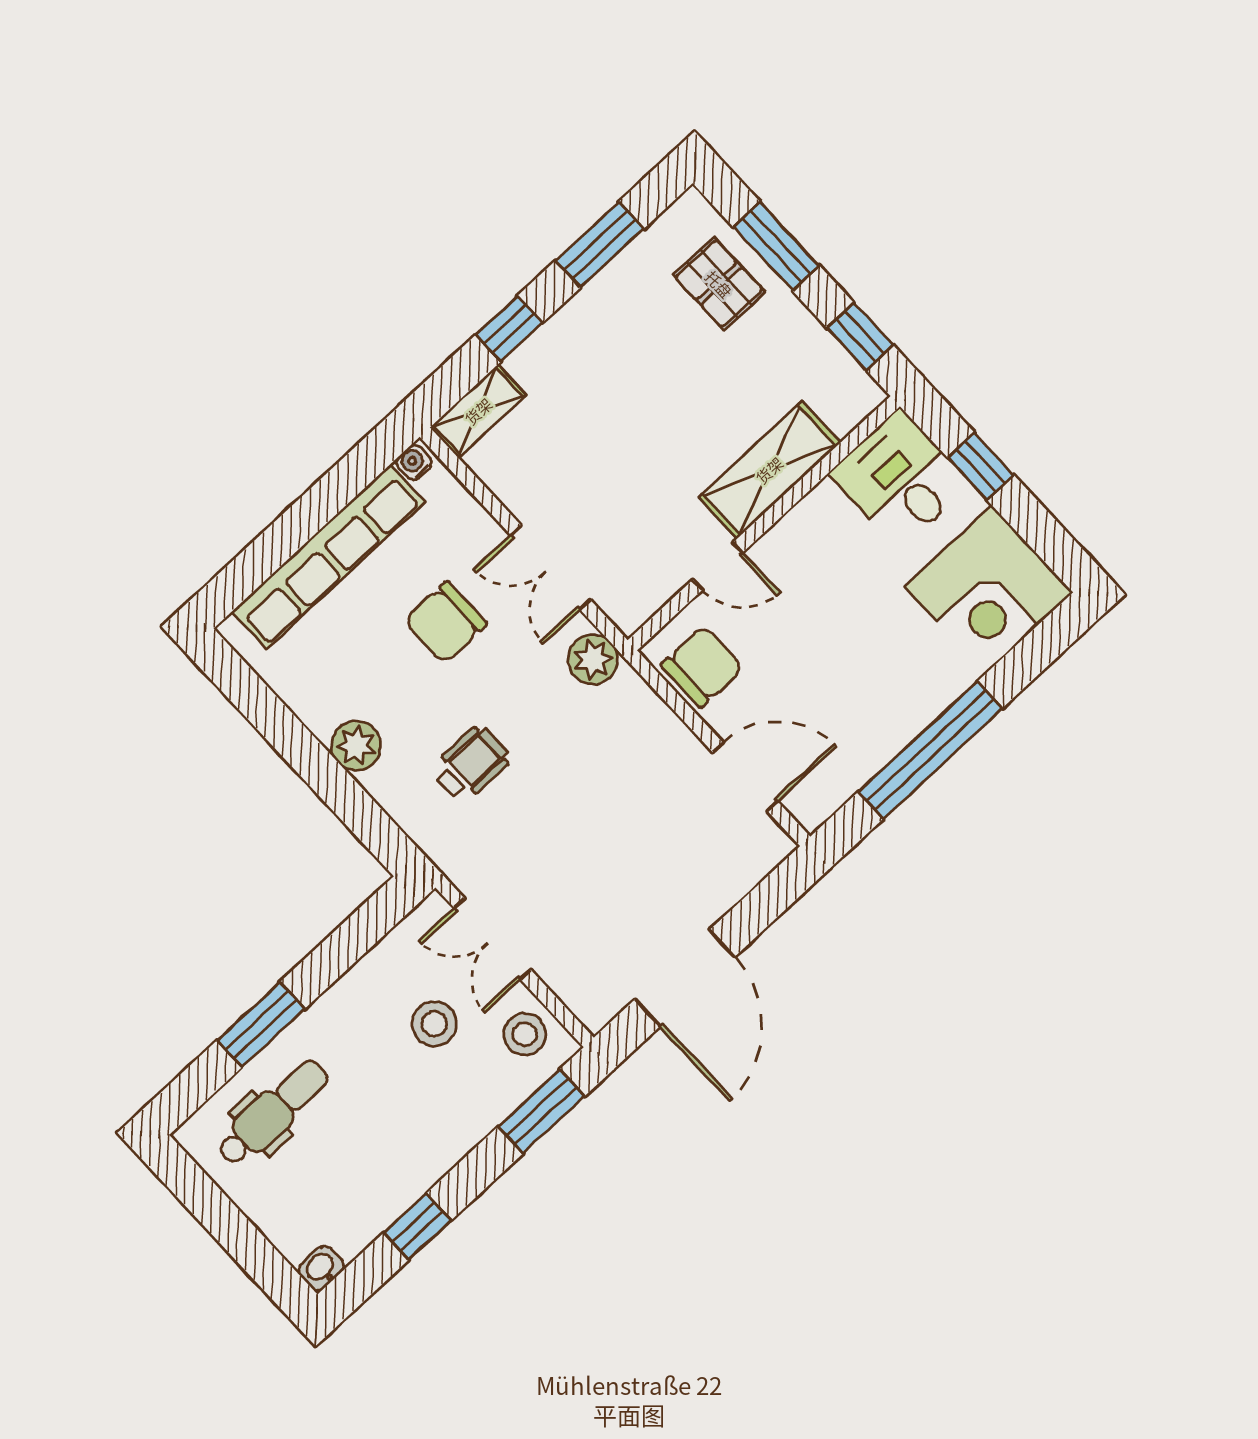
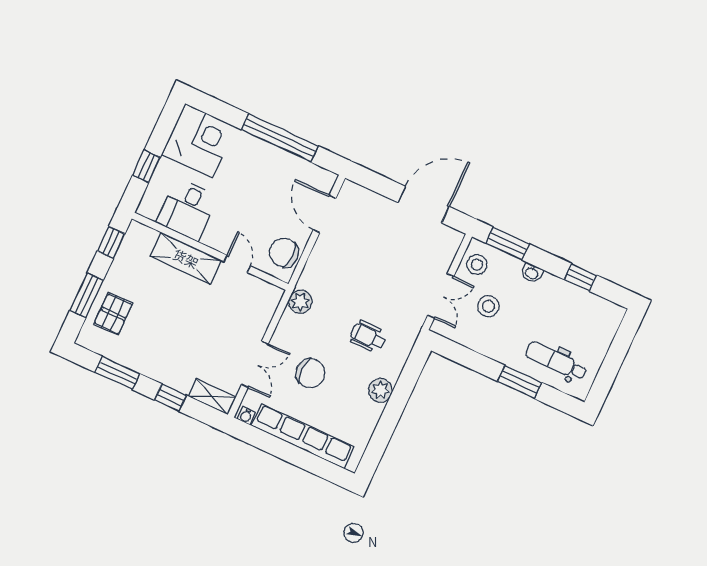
desk: (900, 479) -> (187, 209), moved
double door: (551, 567) -> (255, 364), moved
washbasin: (321, 1268) -> (532, 273), moved

